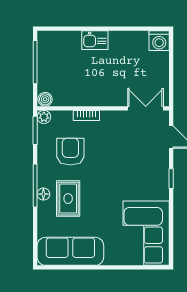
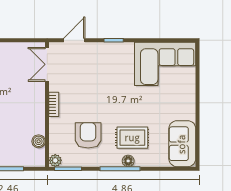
boiler: (45, 99) -> (39, 141), moved
bookcase: (86, 115) -> (54, 104), moved
armchair: (70, 152) -> (88, 135), turned 90
sofa: (70, 251) -> (182, 144), width x0.73

